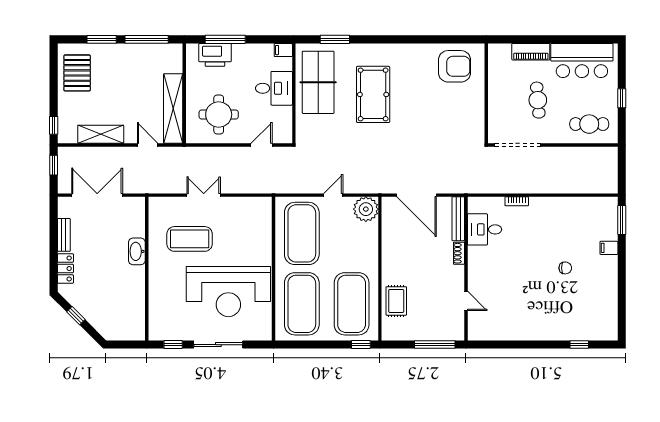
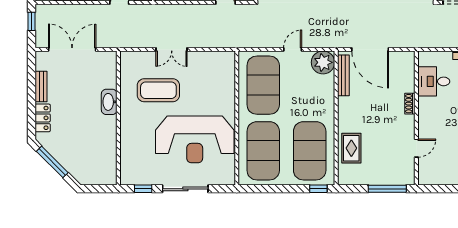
double door: (204, 195) -> (172, 49), swing flipped
bench: (458, 219) -> (343, 75), moved
door: (466, 301) -> (416, 148), hinge flipped
window: (76, 316) -> (52, 162), width x2.17

